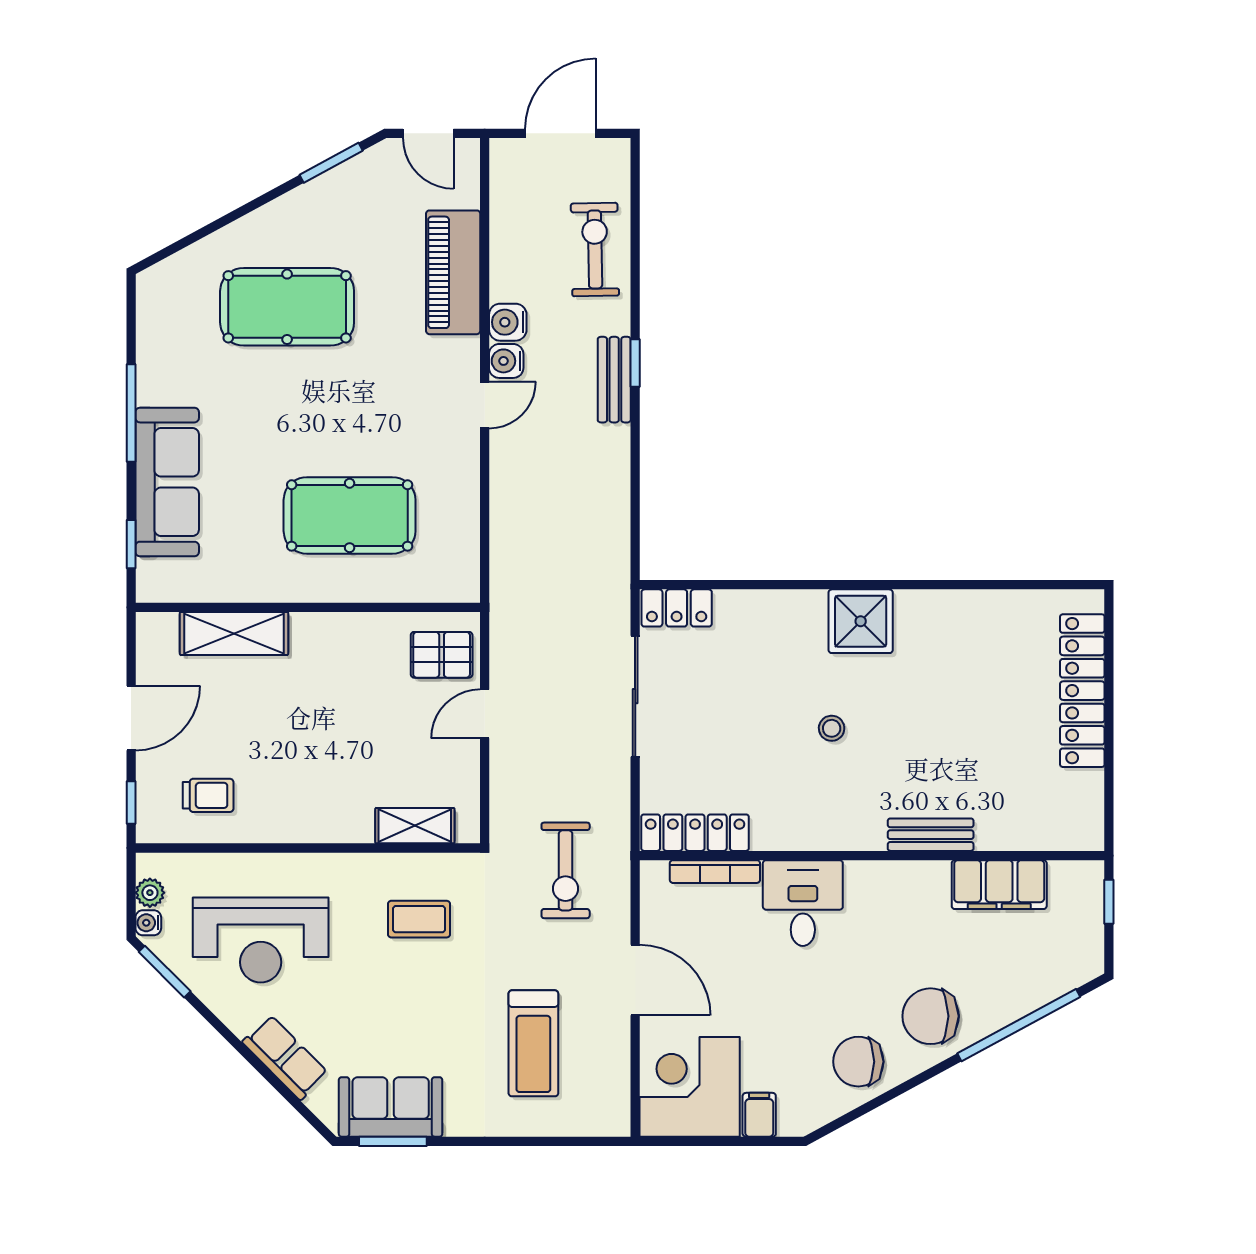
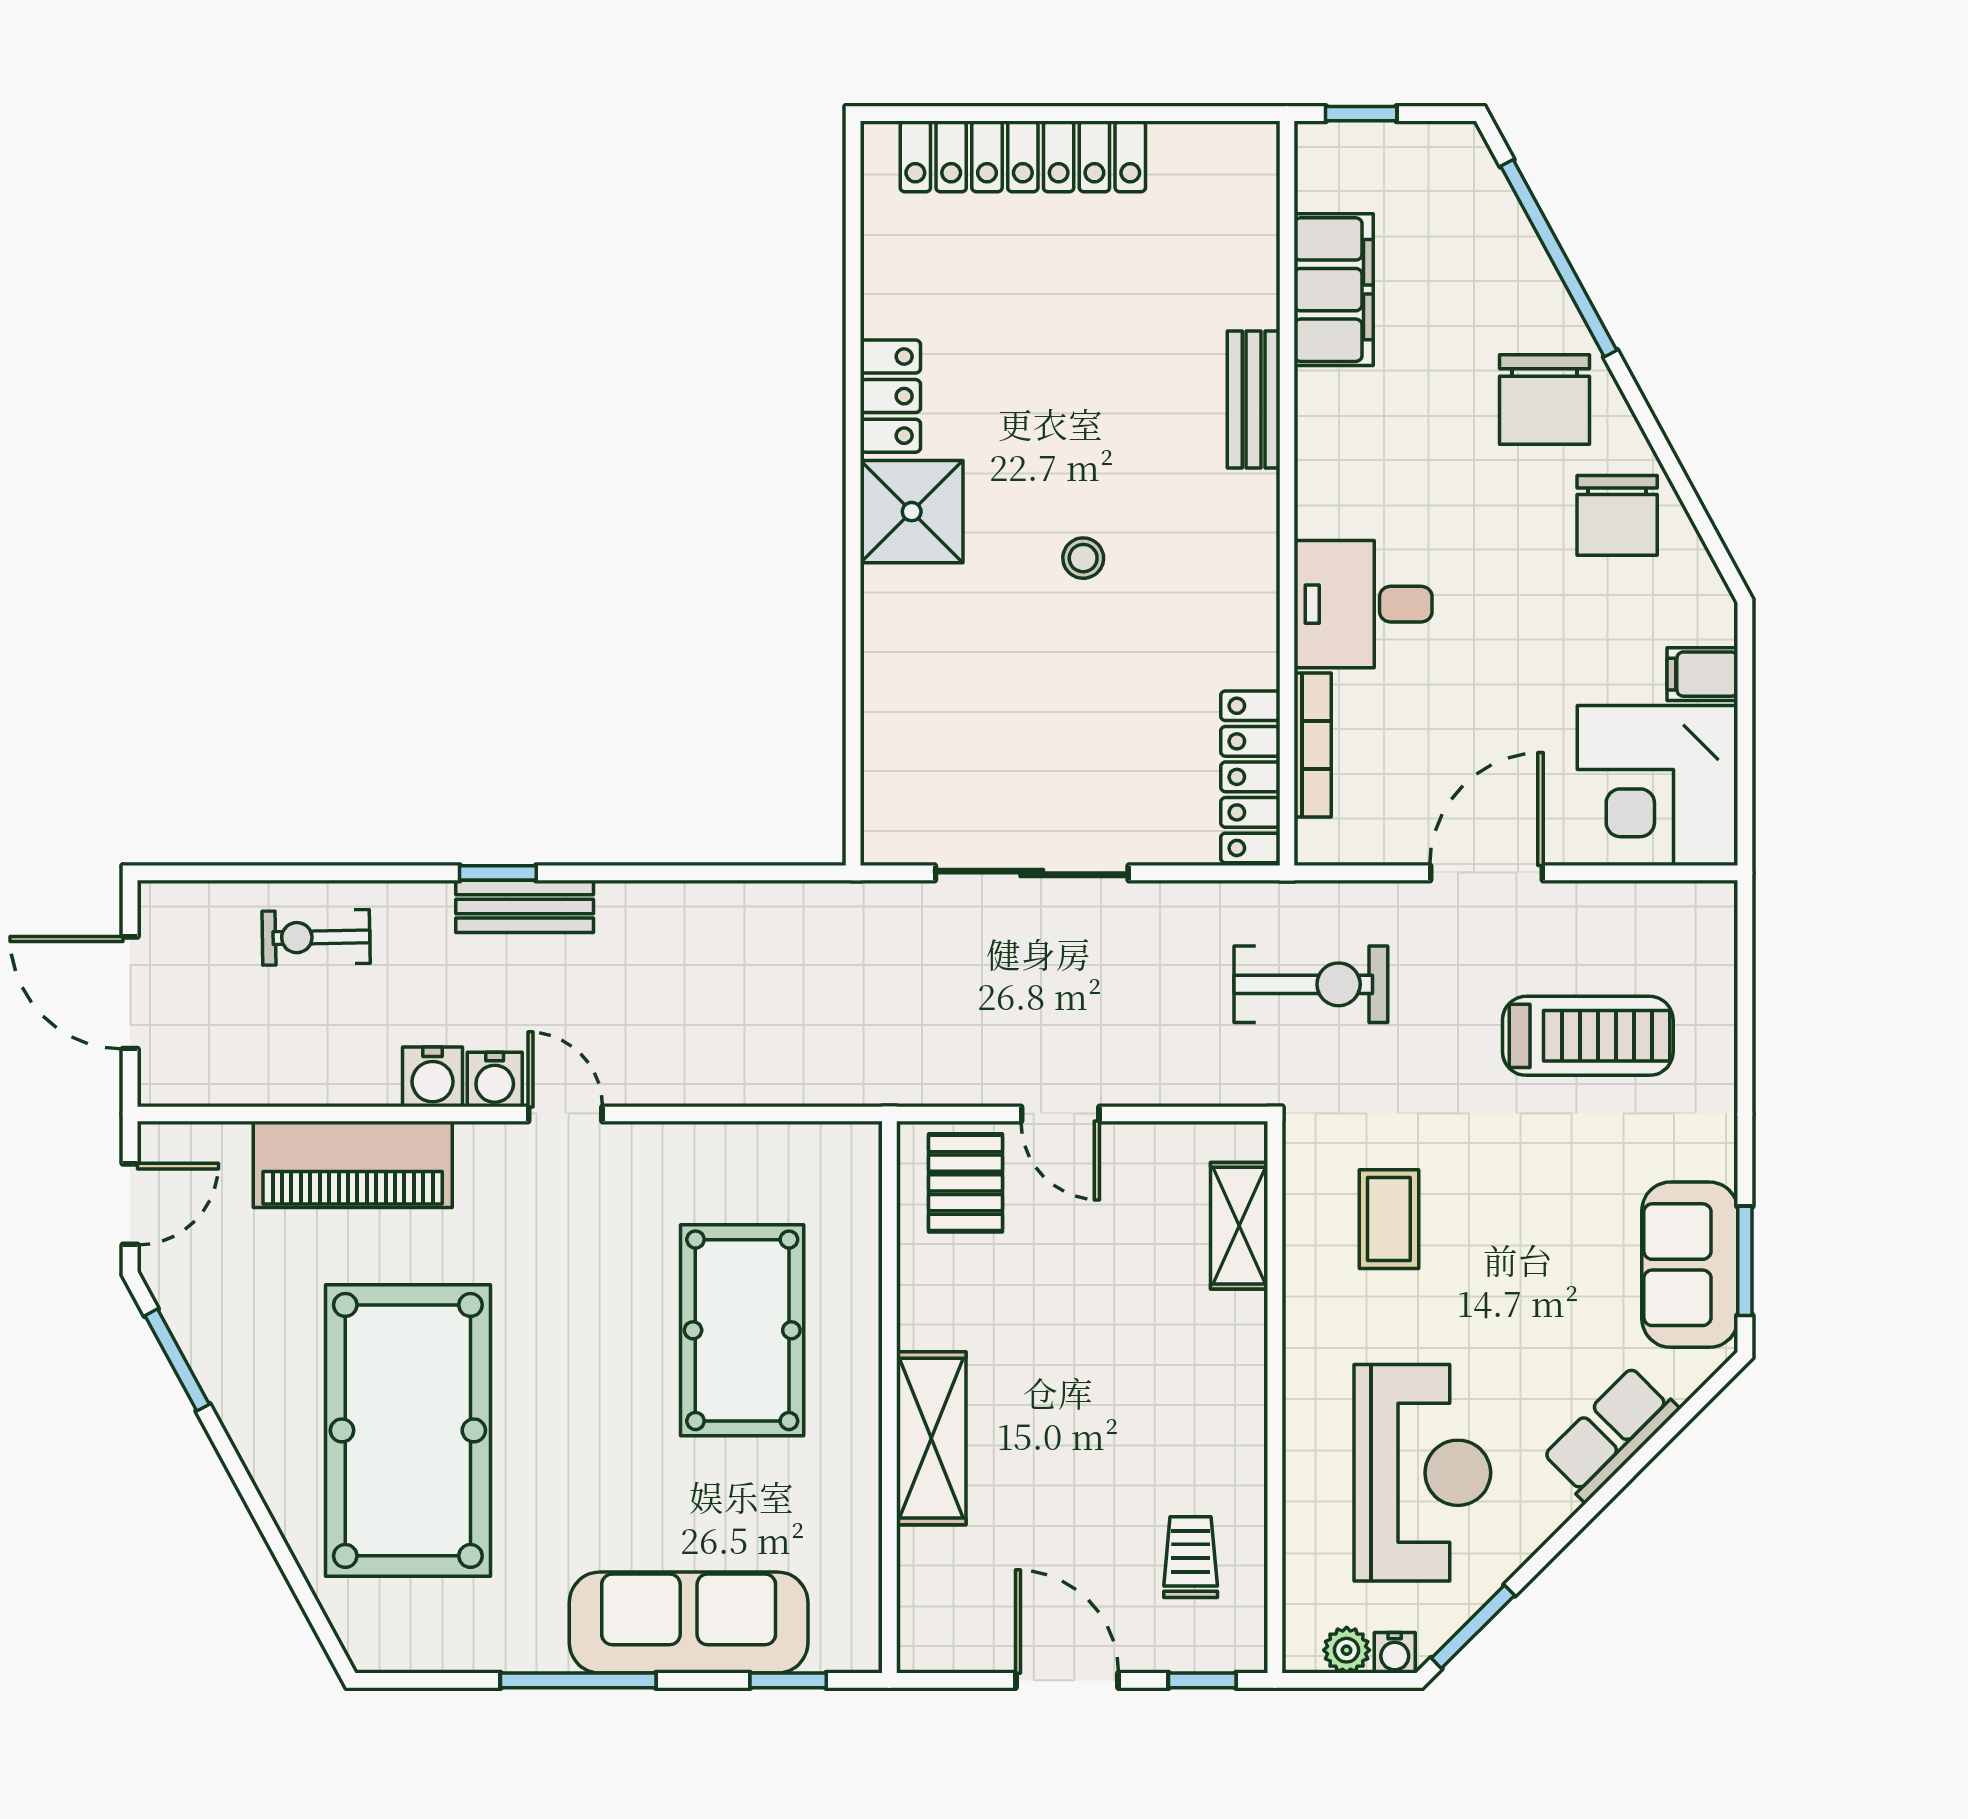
exercise bike: (595, 249) -> (316, 937), width x0.73, depth x0.72
pool table: (287, 307) -> (408, 1430), width x1.36, depth x1.32
locker: (677, 608) -> (890, 396), moved
shelving: (234, 633) -> (931, 1438), moved

